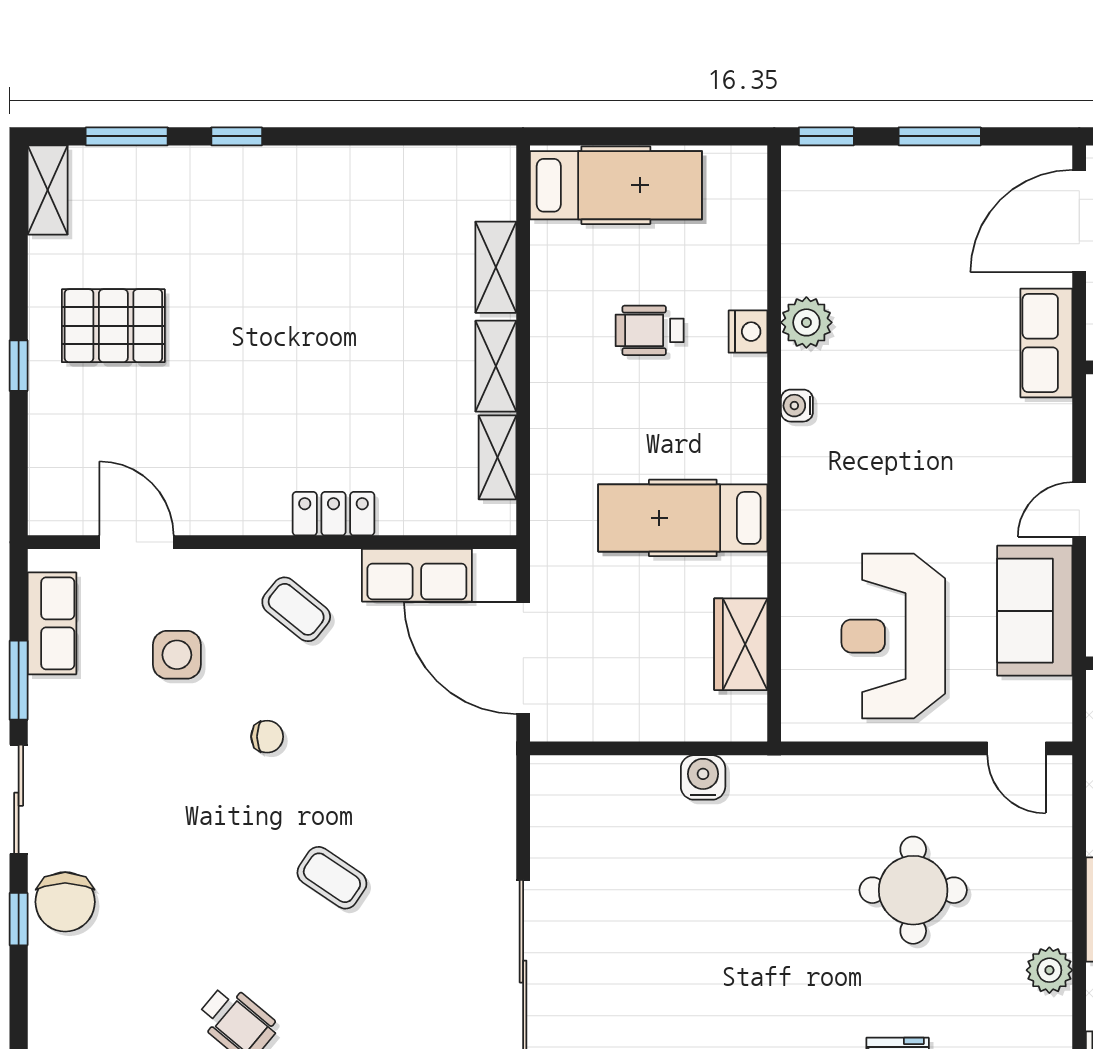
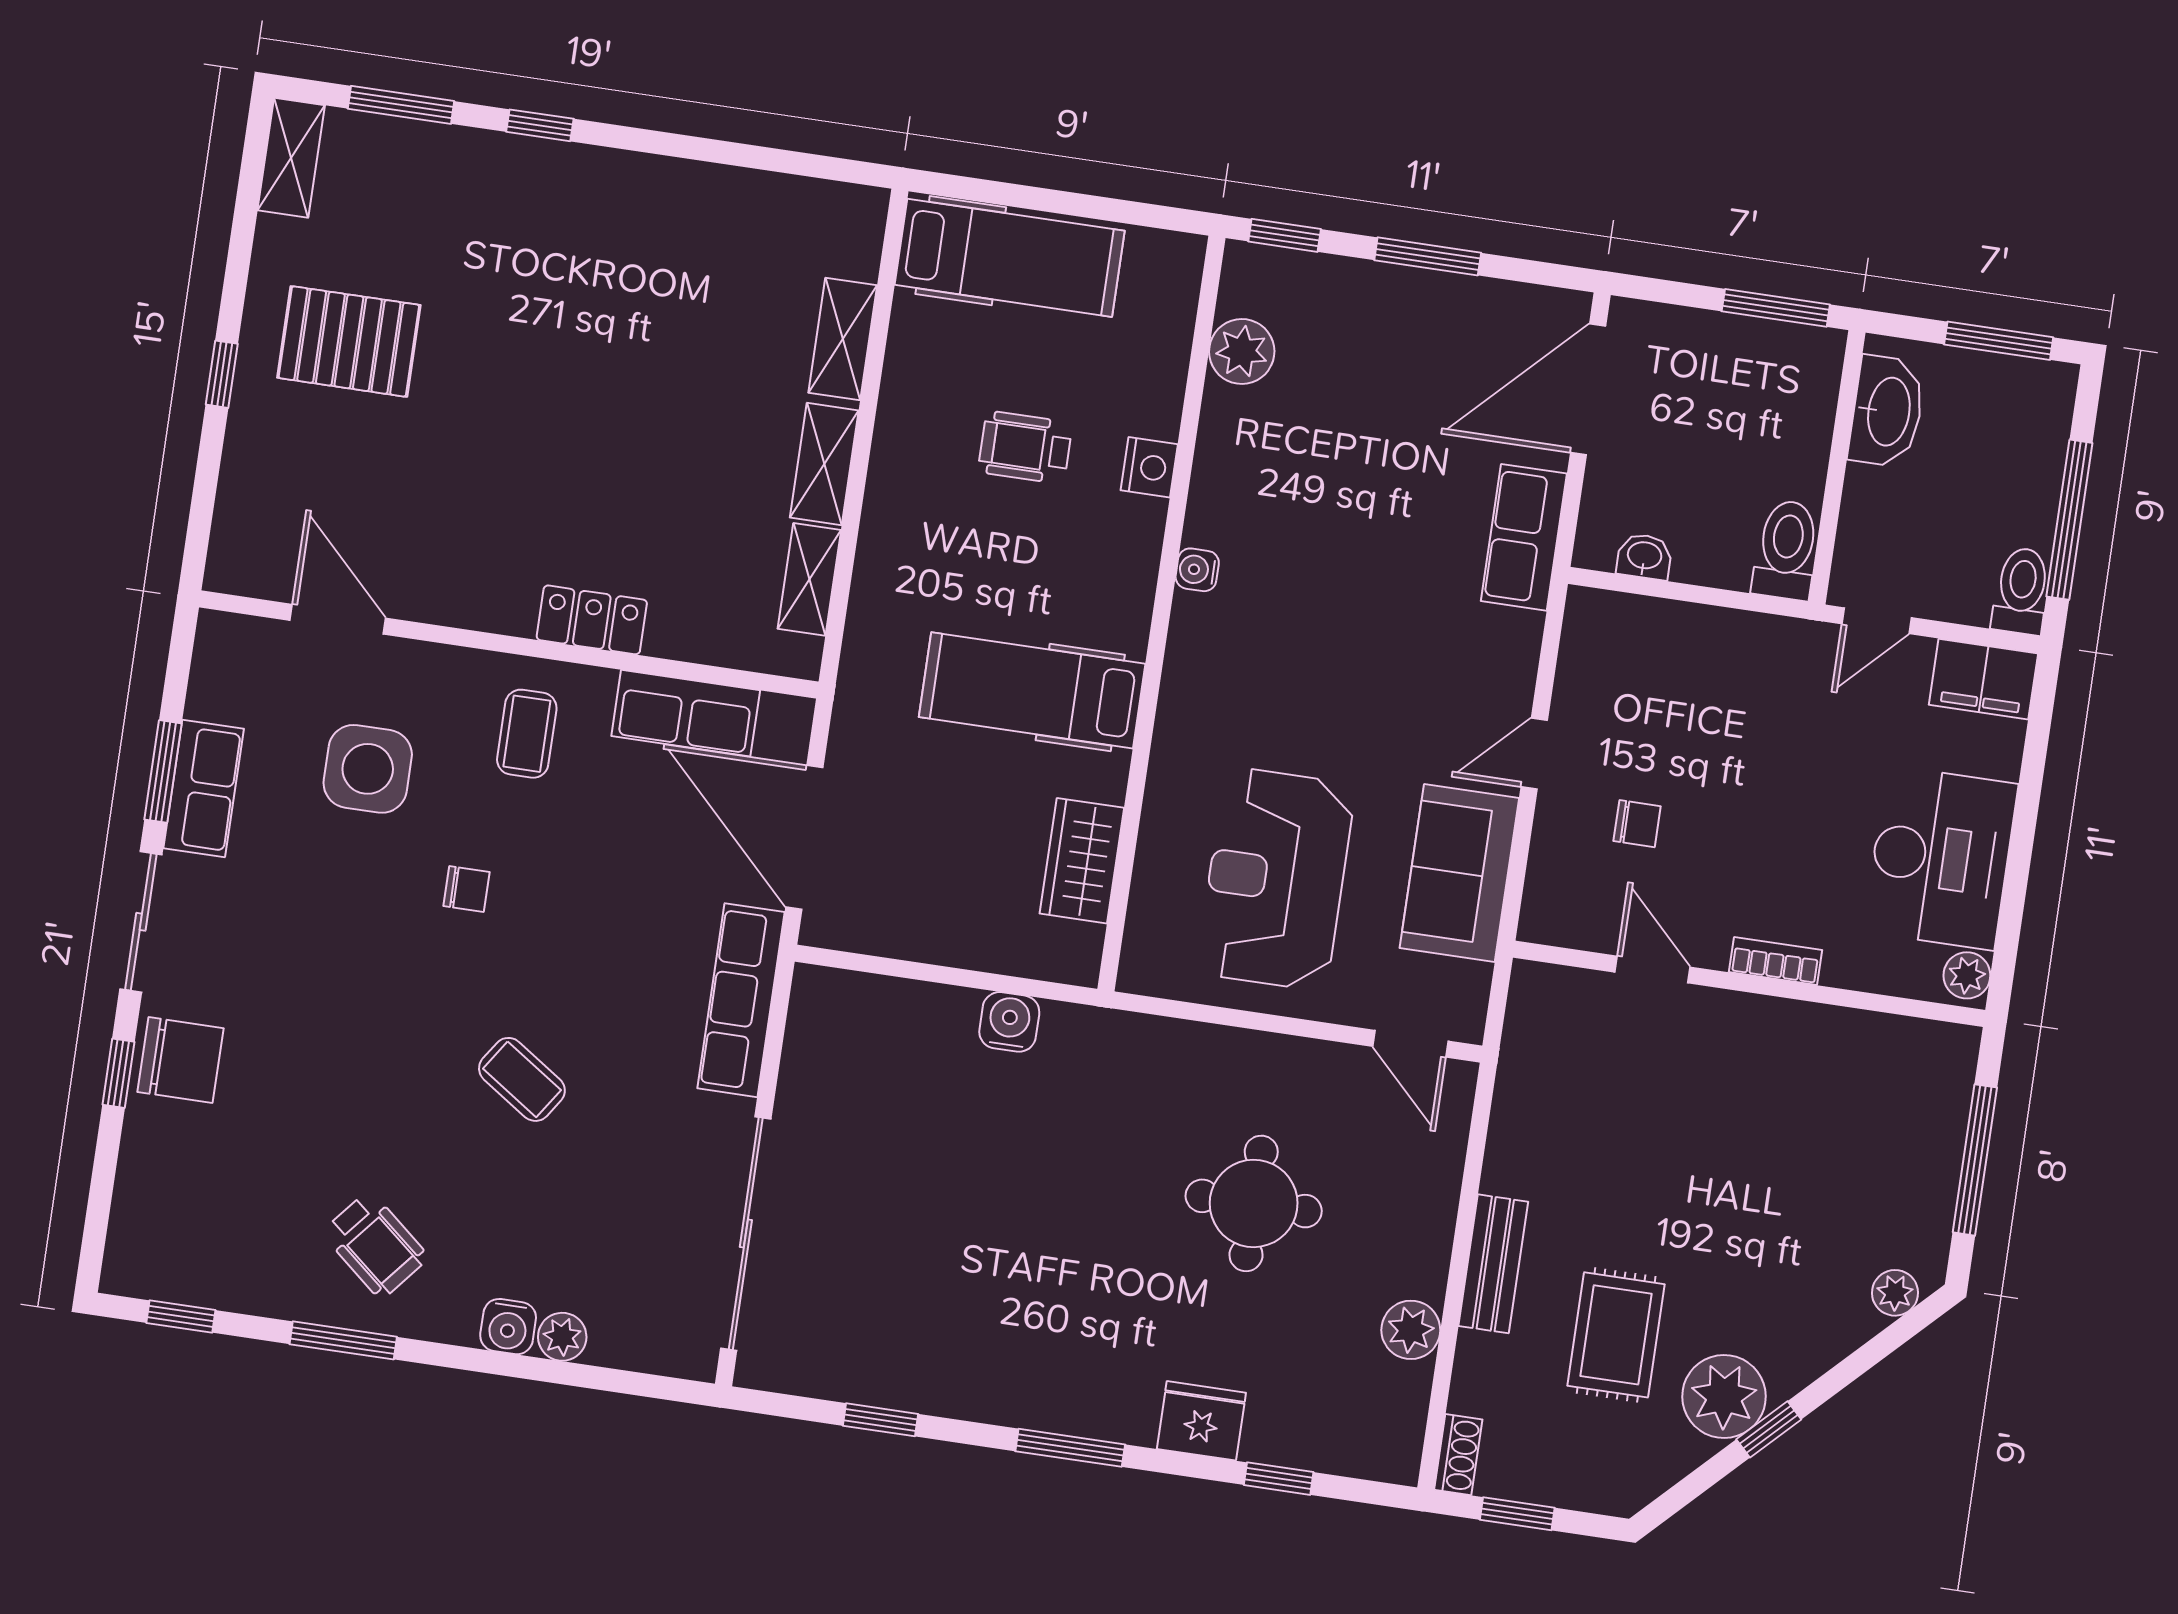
plant: (806, 322) -> (1242, 351), moved
coffee table: (296, 609) -> (527, 734), turned 51
row of seats: (52, 623) -> (204, 788), moved
side table: (177, 655) -> (368, 769), width x1.37, depth x1.37
row of seats: (493, 791) -> (741, 1000), added
chair: (65, 902) -> (181, 1060), turned -90

